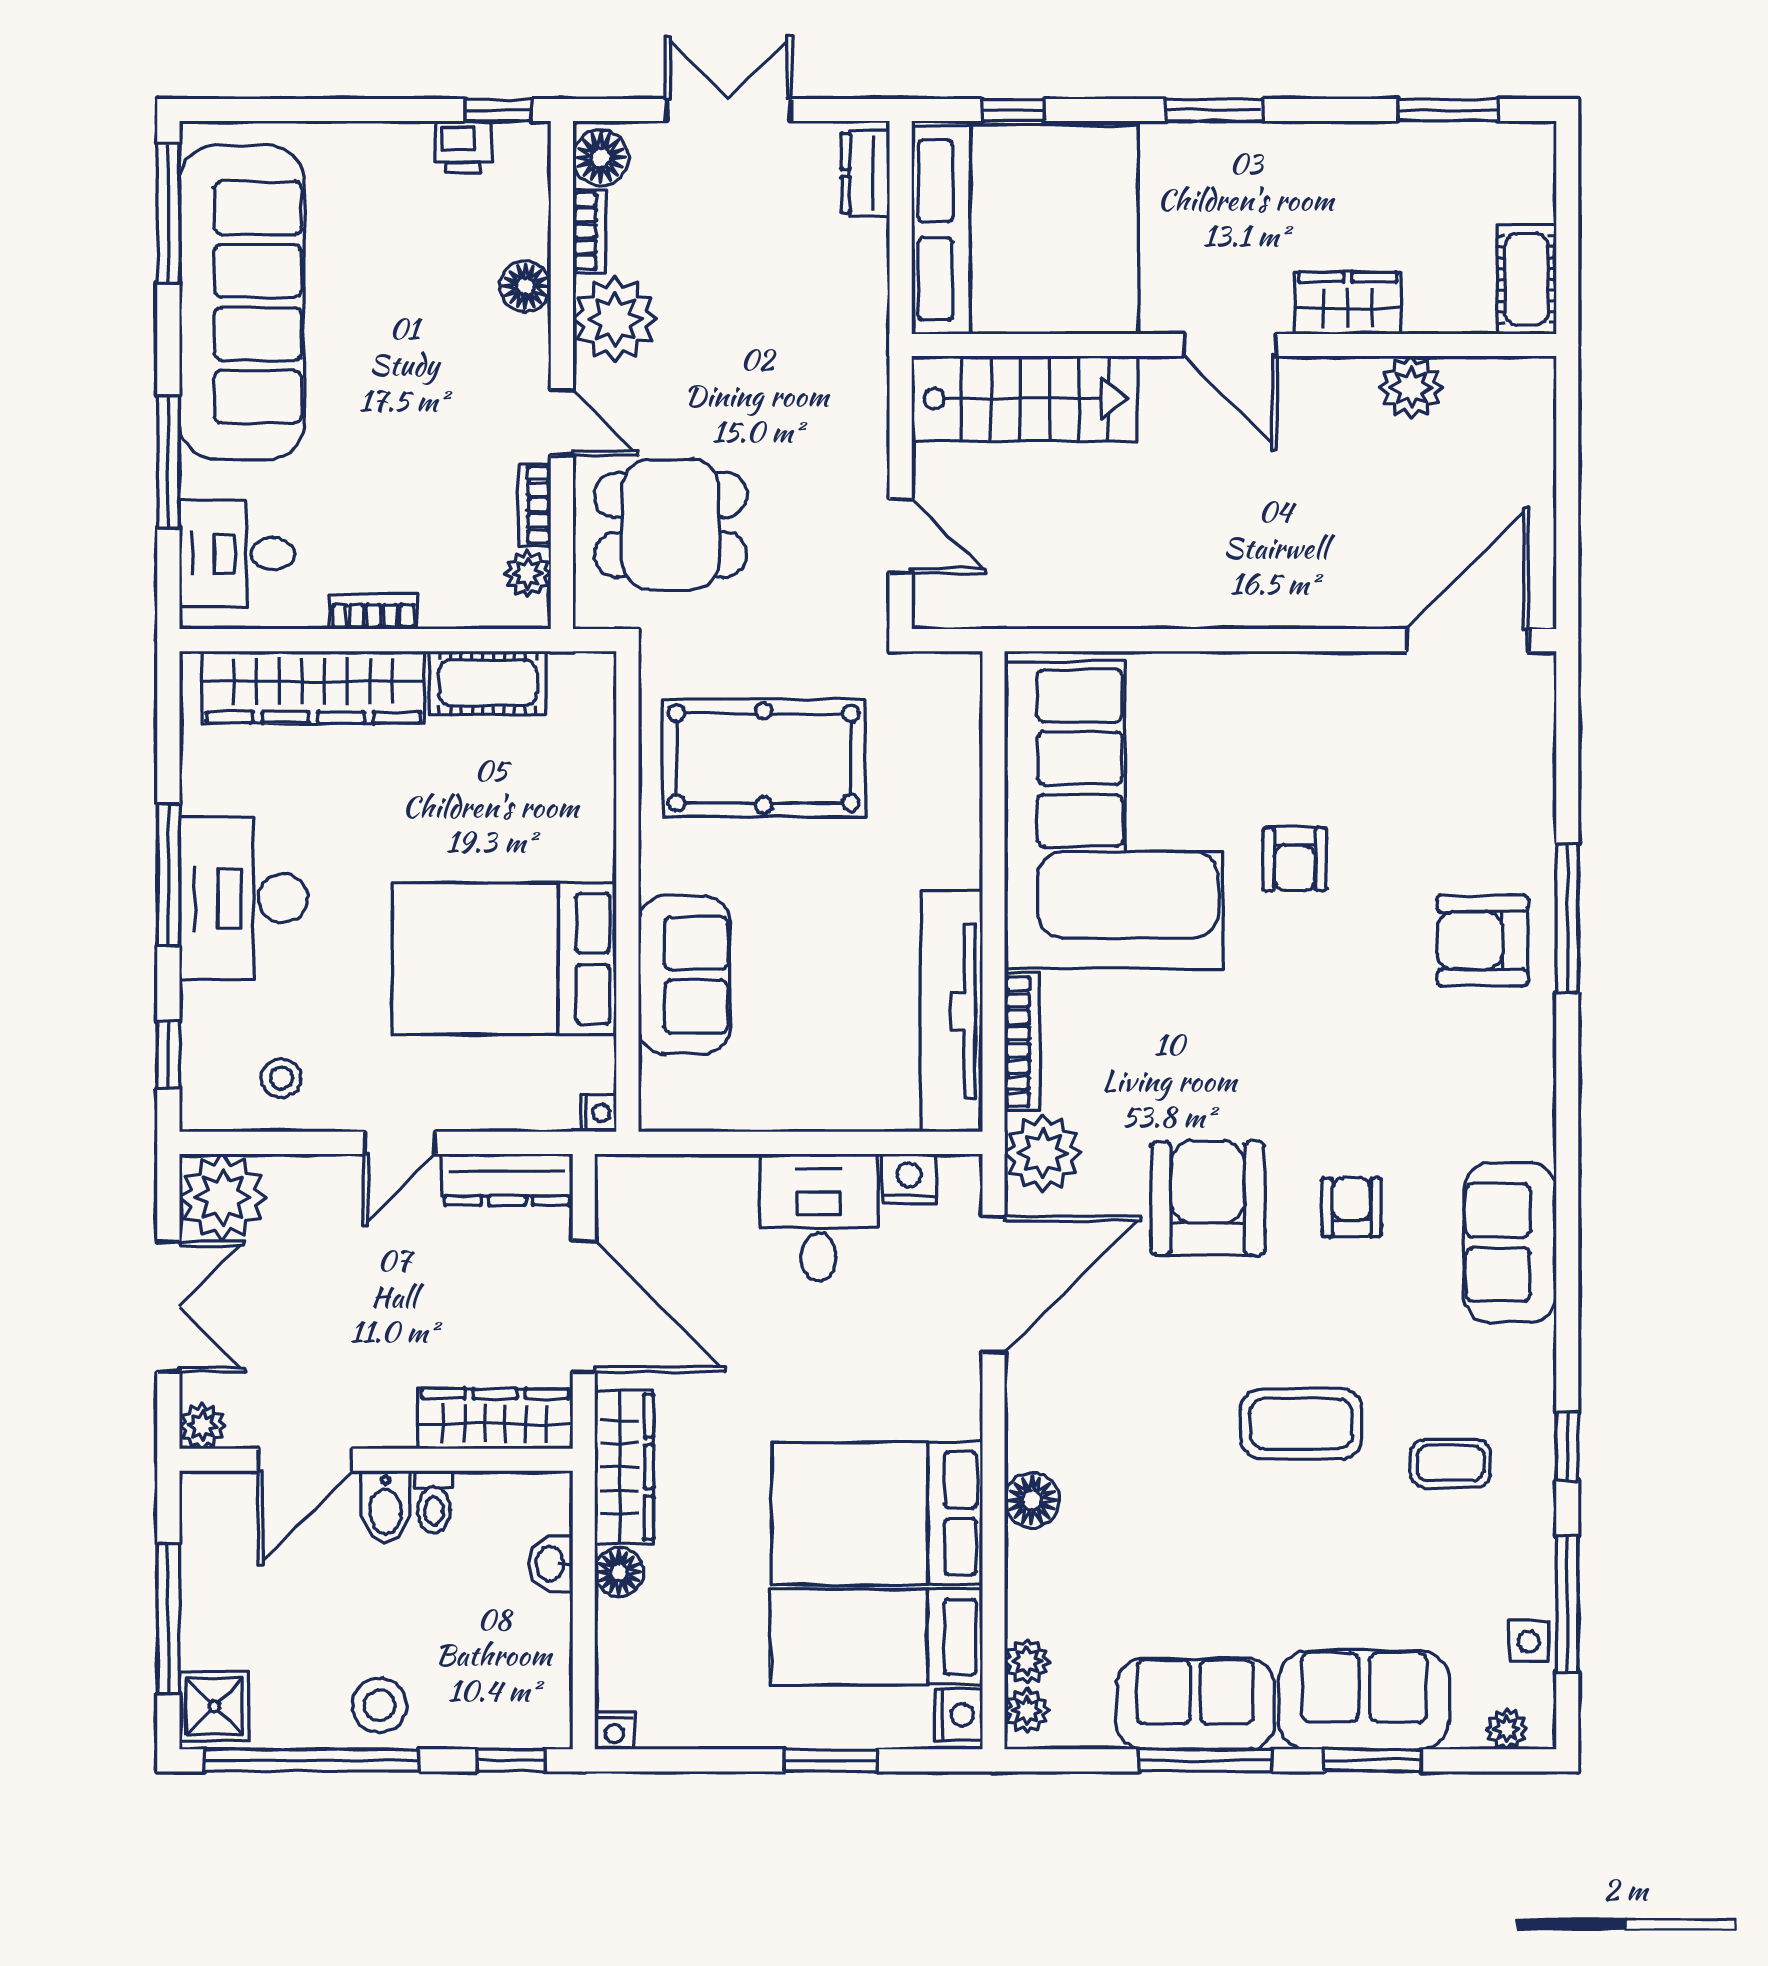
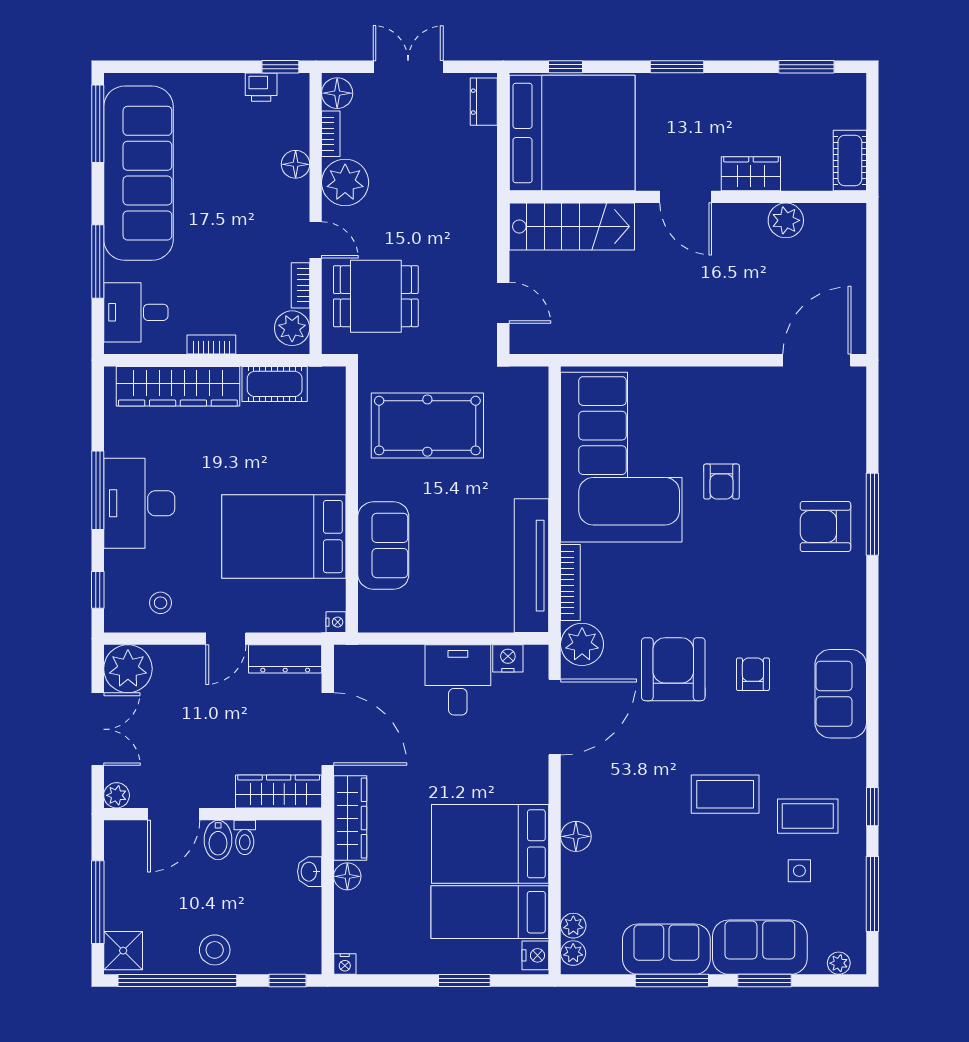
plant: (528, 574) -> (292, 328), width x1.38, depth x1.38
coffee table: (1450, 1463) -> (808, 816), width x1.36, depth x1.30
side table: (1529, 1641) -> (799, 871), moved

